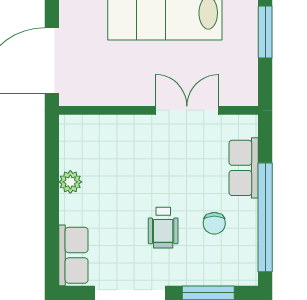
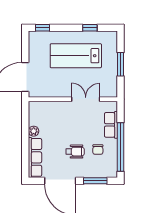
wheelchair: (163, 228) -> (75, 152), turned -90
row of seats: (73, 255) -> (35, 157), width x1.48

